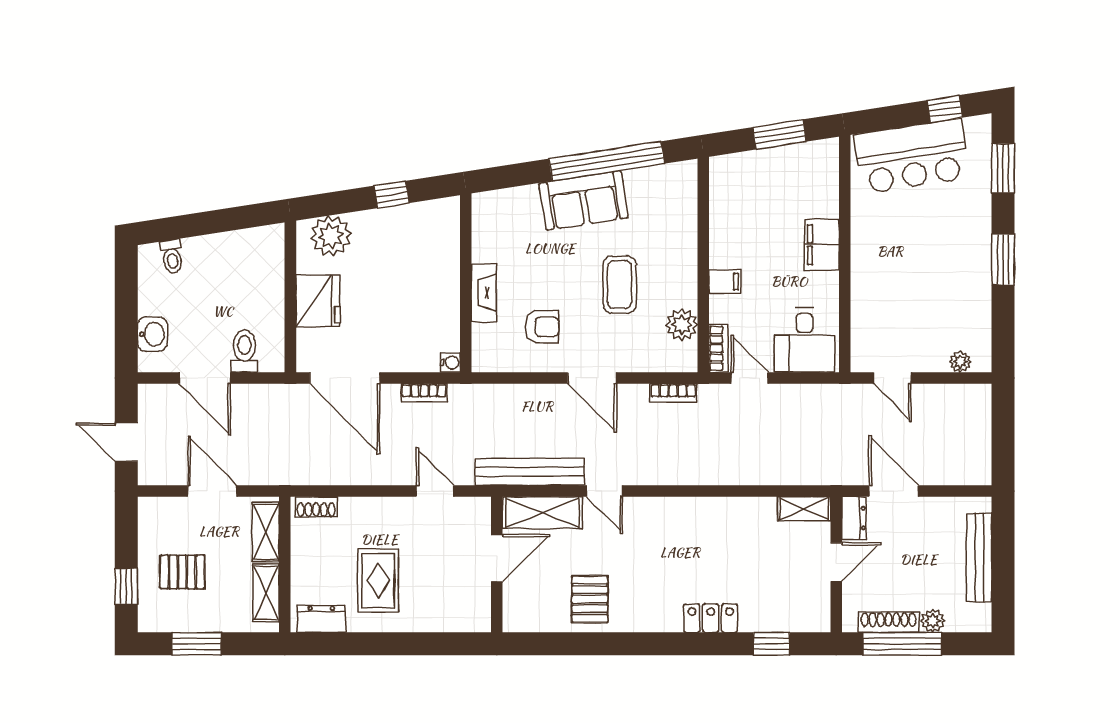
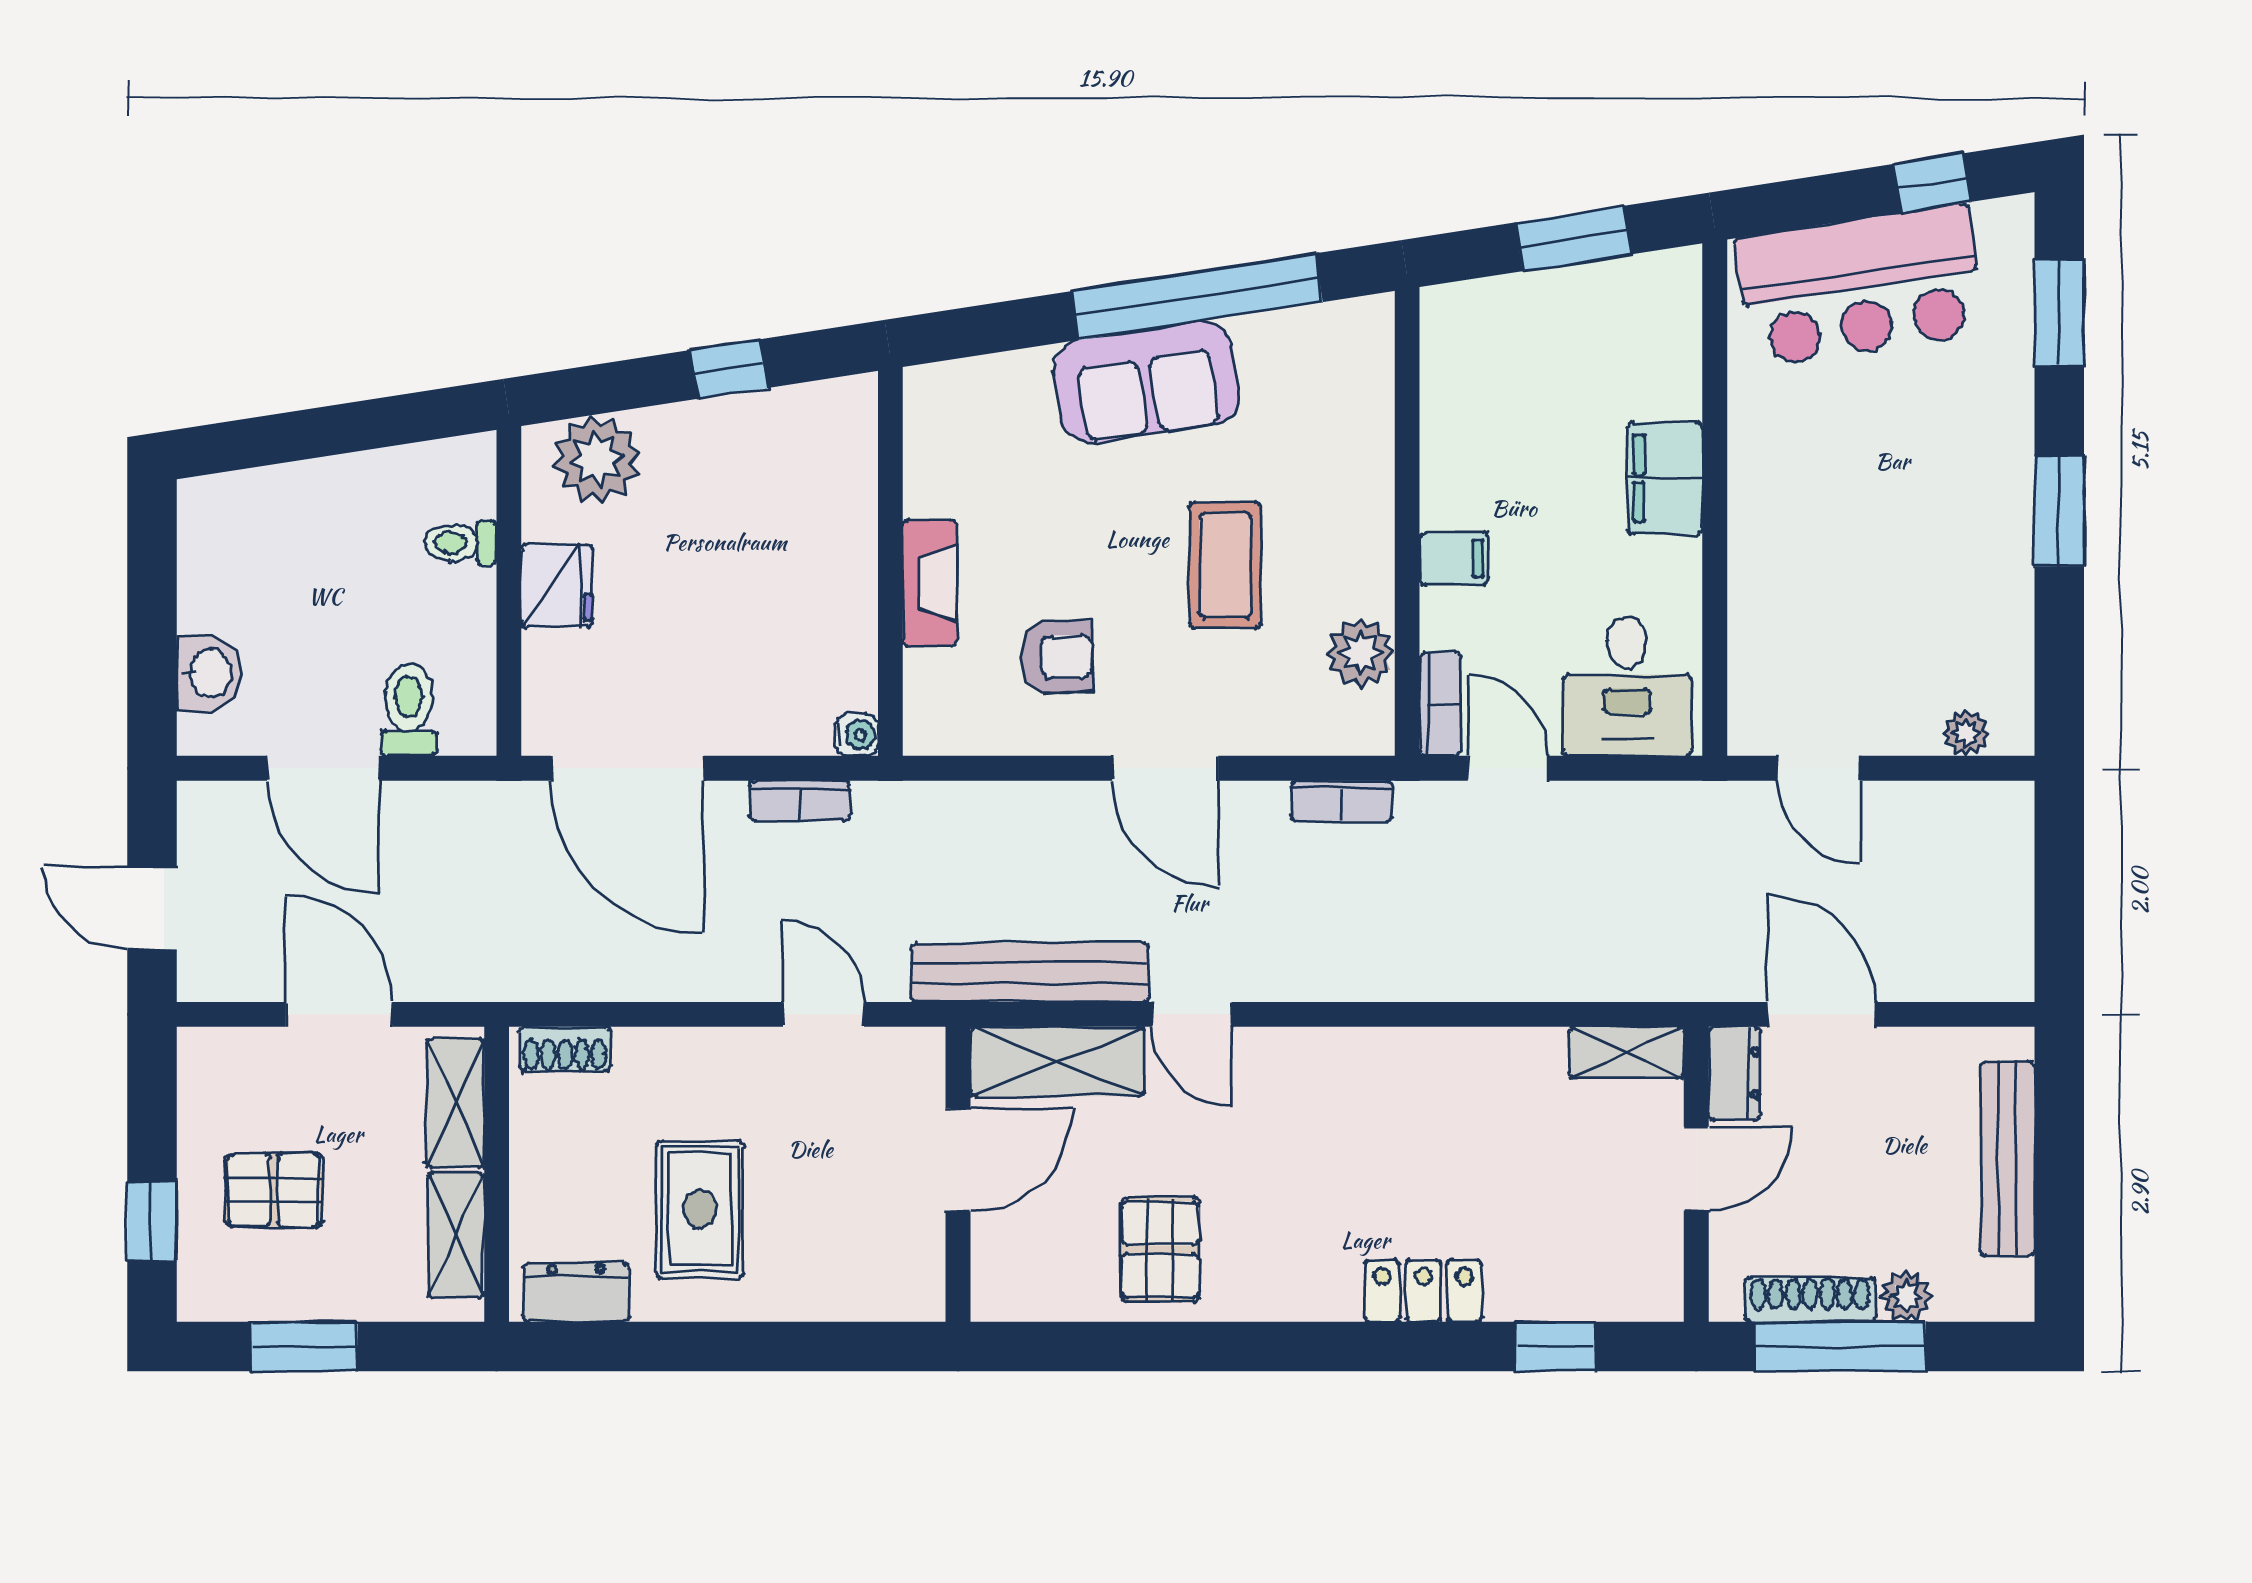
toilet: (172, 257) -> (461, 543), moved, turned 99
fridge: (318, 301) -> (557, 586), width x0.73, depth x0.75

